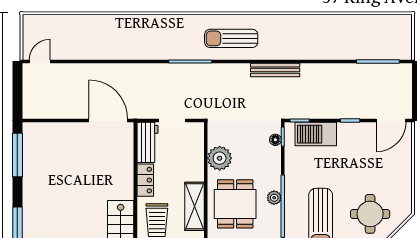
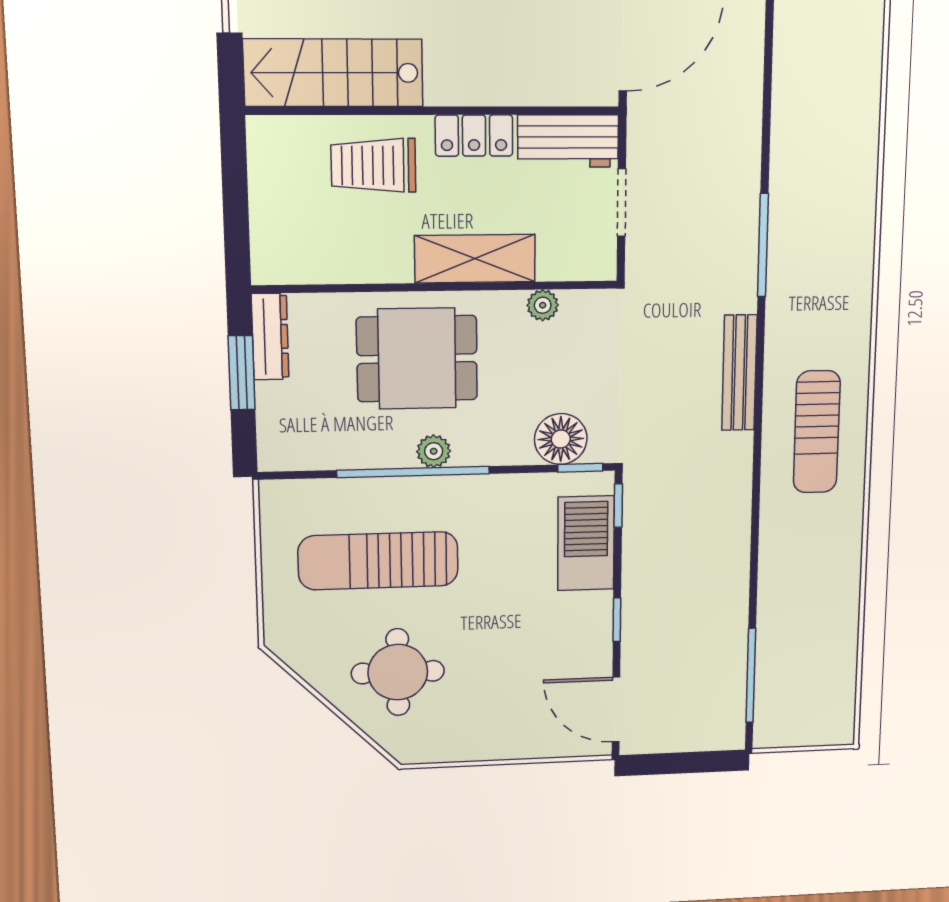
sun lounger: (231, 38) -> (817, 432), moved, turned 180
bench: (275, 70) -> (739, 373), moved
floor lamp: (275, 140) -> (561, 439), width x1.89, depth x1.89
plant: (220, 158) -> (543, 305), width x0.53, depth x0.53
shelving: (194, 206) -> (475, 259), moved

